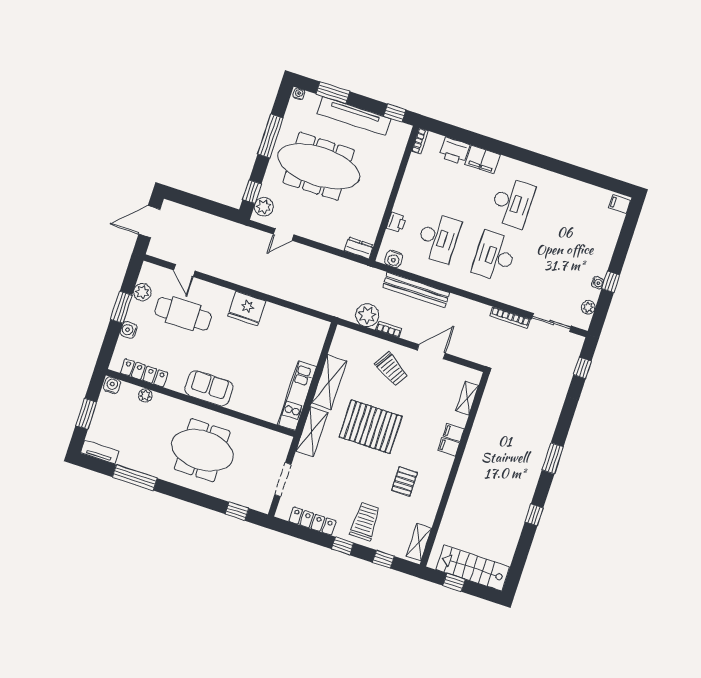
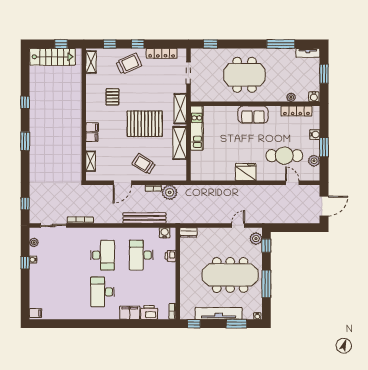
trolley: (365, 521) -> (129, 64), turned -114

